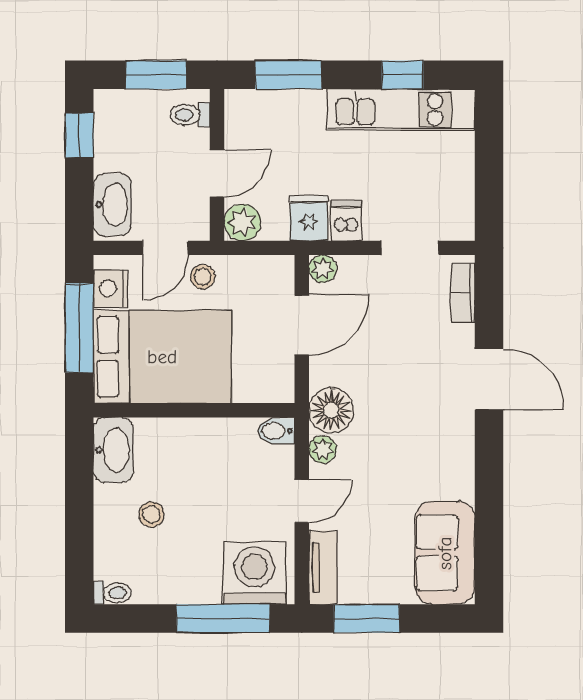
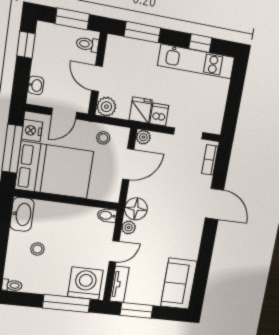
door: (217, 173) -> (97, 78), swing flipped
washbasin: (112, 205) -> (36, 85), width x0.52, depth x0.69
stool: (203, 277) -> (103, 138), moved

